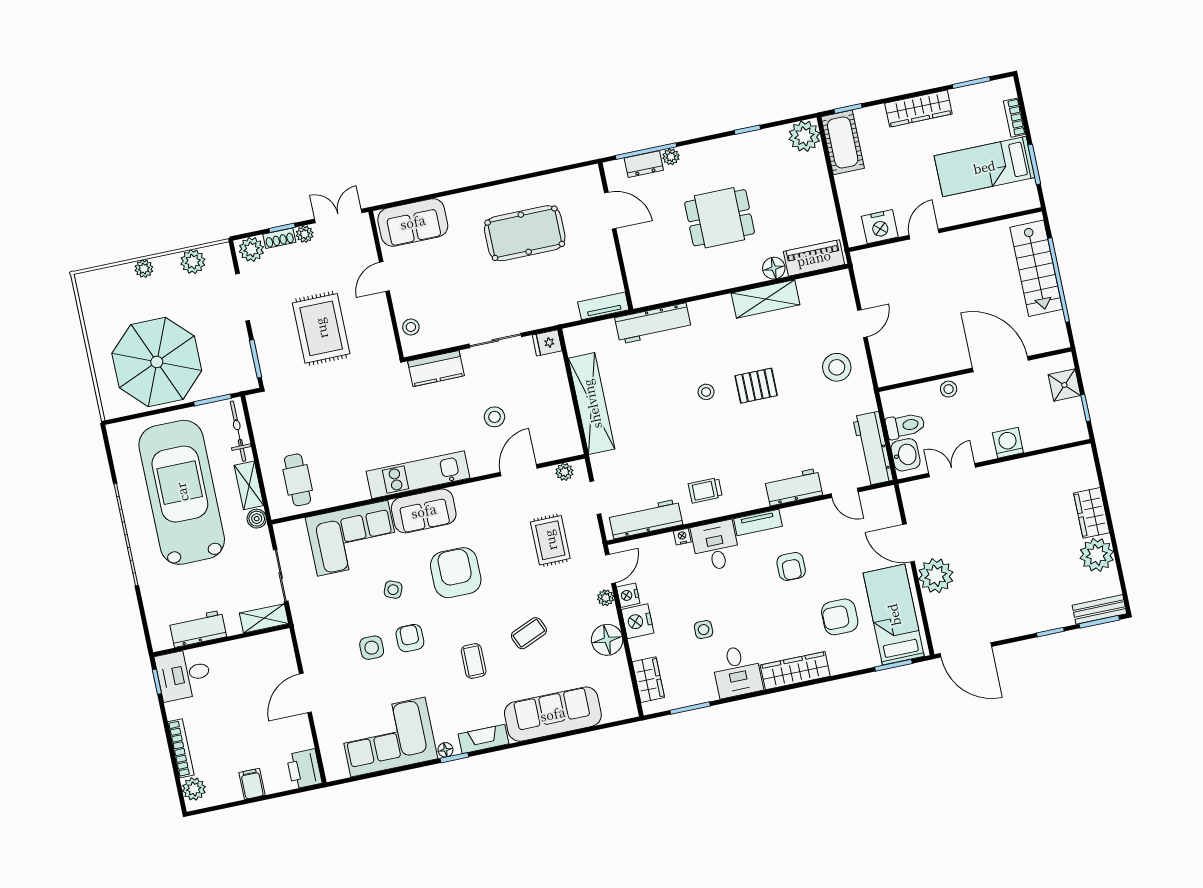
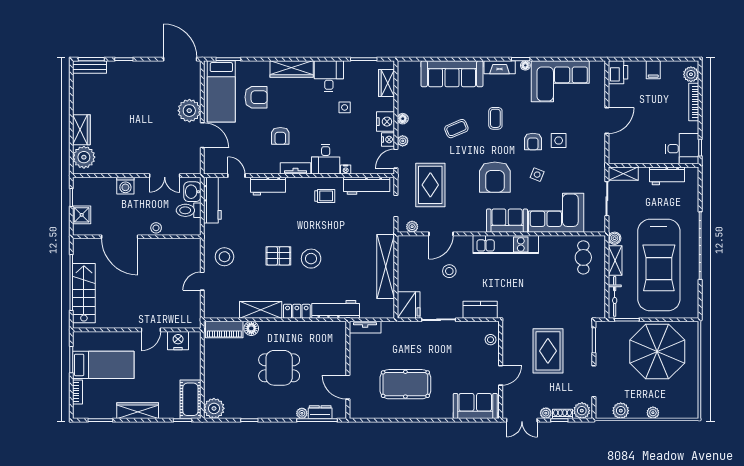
locker: (711, 308) -> (297, 311), added
fridge: (547, 343) -> (409, 305), width x1.88, depth x1.34
stool: (706, 392) -> (311, 259), width x1.89, depth x1.89
rug: (550, 540) -> (430, 185), width x1.36, depth x1.43
plant: (1097, 555) -> (84, 157), moved
armchair: (791, 566) -> (280, 136), turned 180
floor lamp: (607, 640) -> (403, 119), width x0.53, depth x0.53

